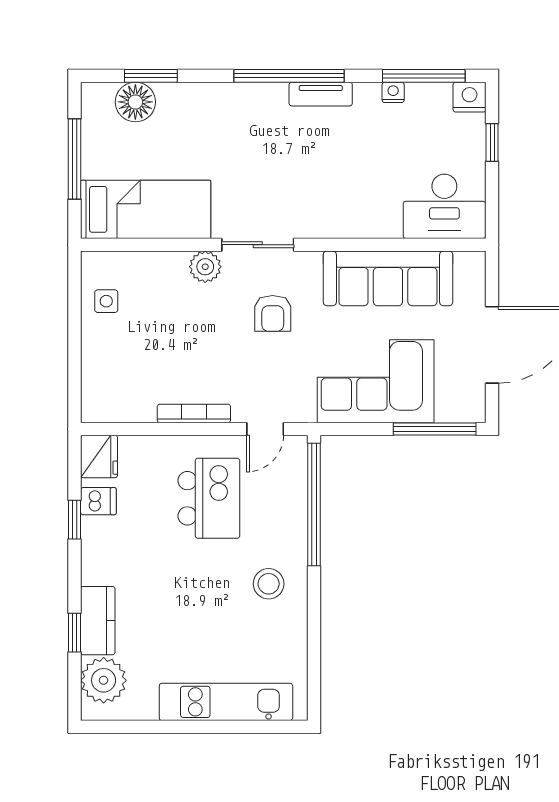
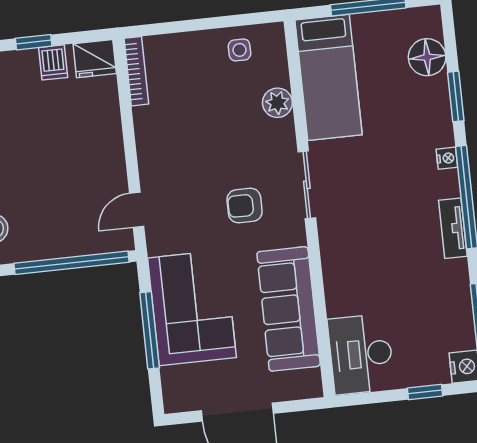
window: (151, 76) -> (456, 96), moved
nightstand: (393, 92) -> (447, 158), moved
plant: (205, 267) -> (277, 103), moved
bookcase: (194, 413) -> (136, 71), moved
door: (265, 429) -> (137, 210), hinge flipped
window: (435, 429) -> (150, 330), moved
kitchen island: (209, 498) -> (67, 165), removed

